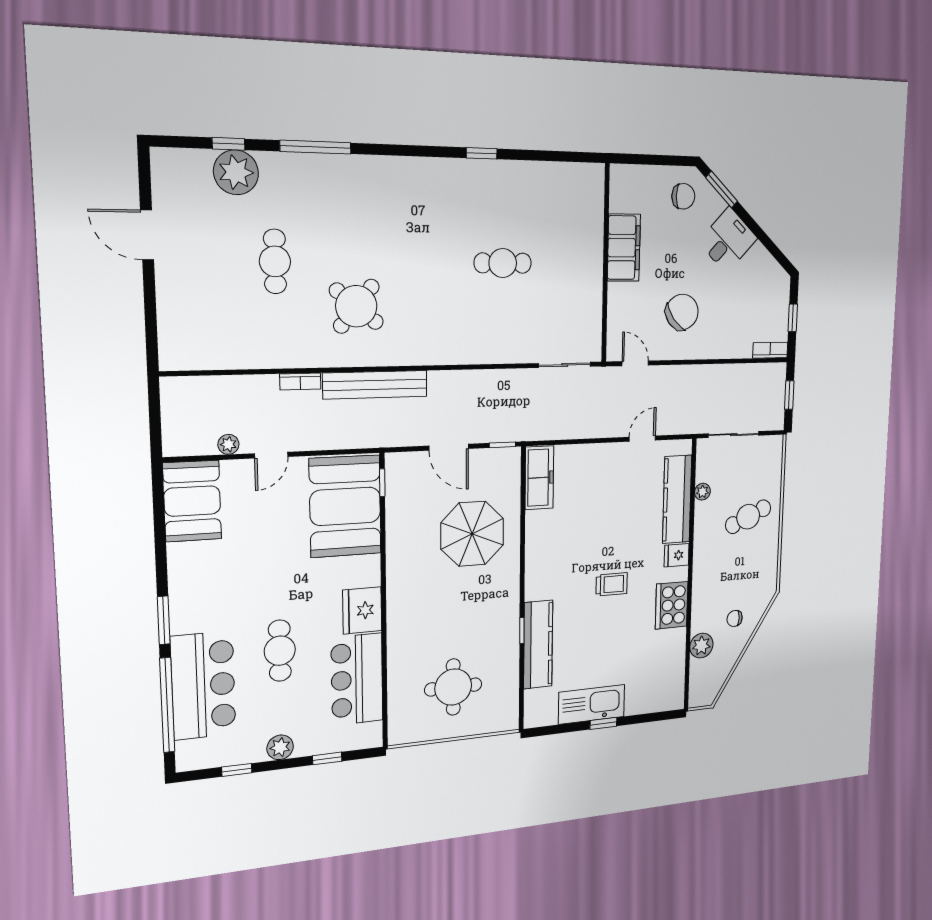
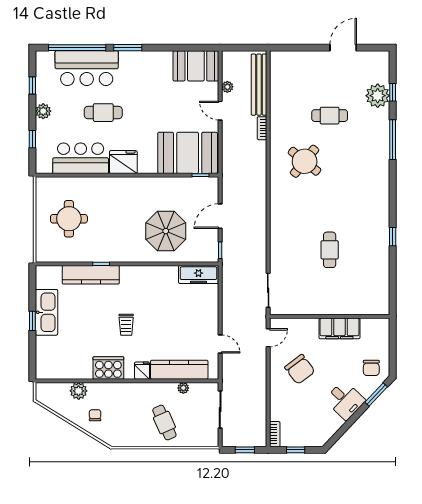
bench: (375, 385) -> (259, 85), moved

